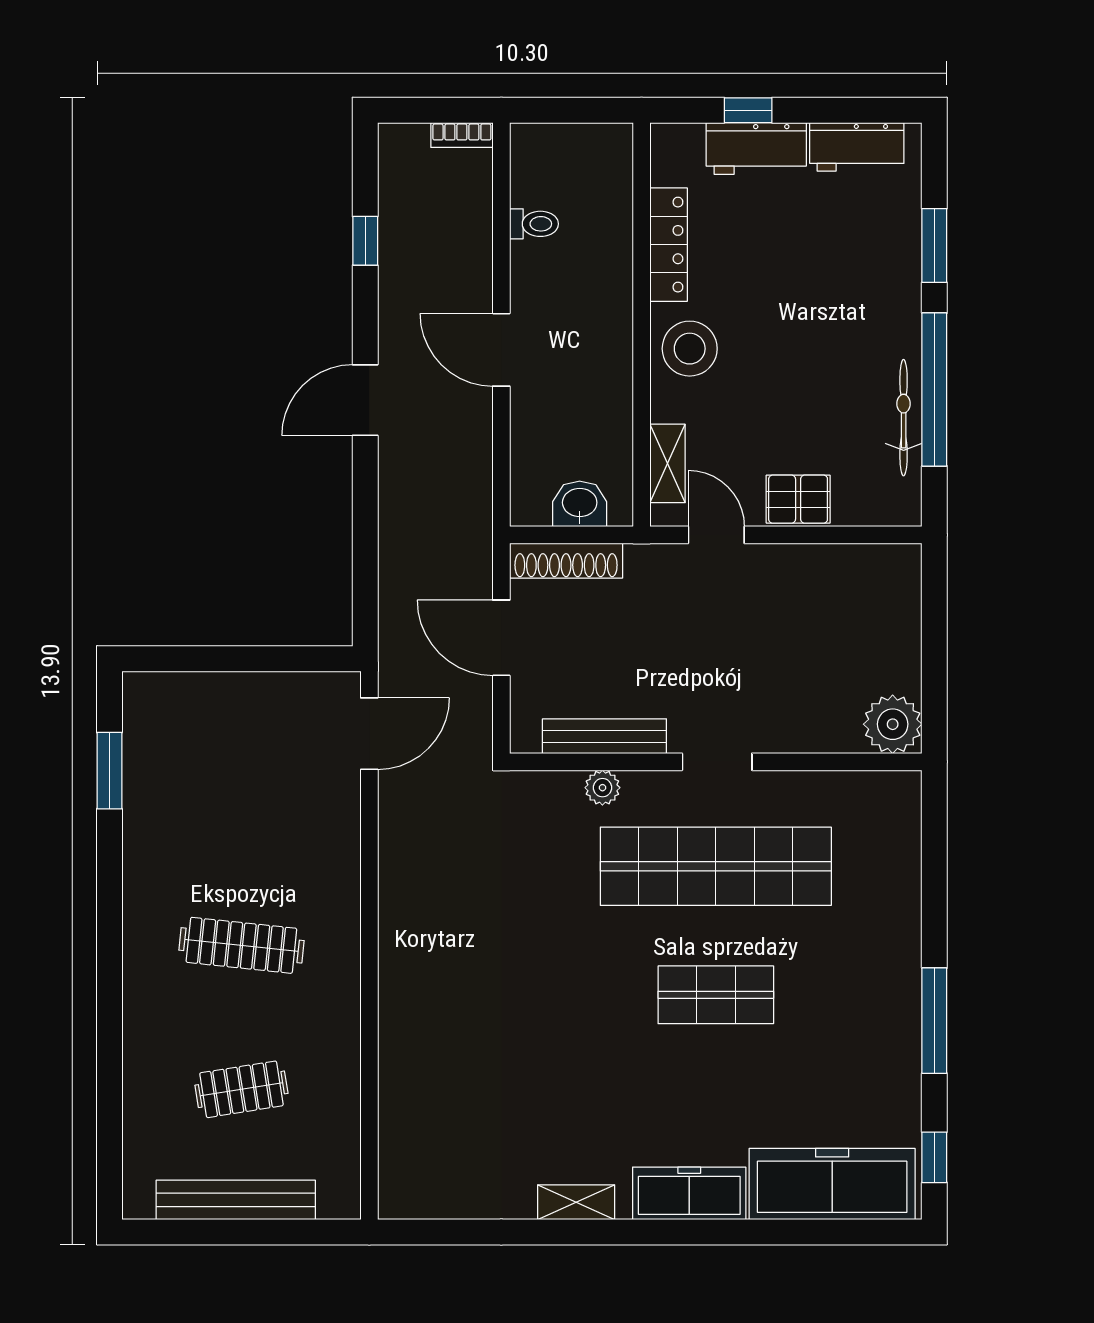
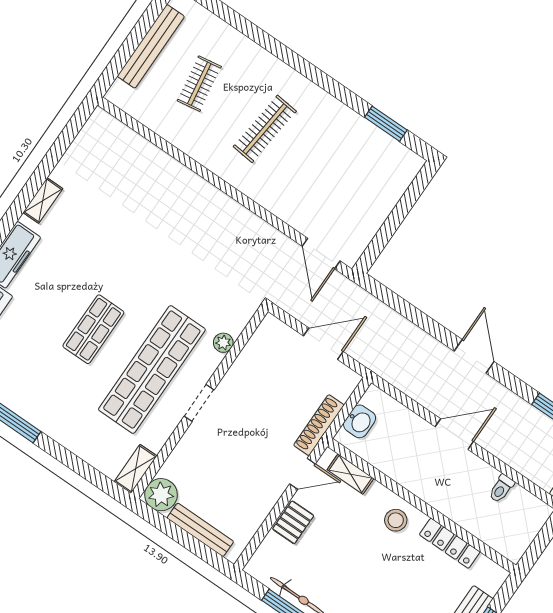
stool: (690, 349) -> (396, 520), width x0.73, depth x0.73
shoe rack: (566, 561) -> (319, 425), moved
bench: (604, 736) -> (200, 530), moved, turned 90
shelving: (880, 789) -> (135, 469), added

